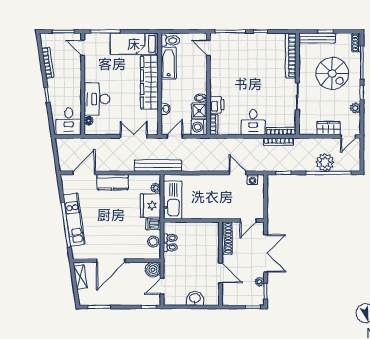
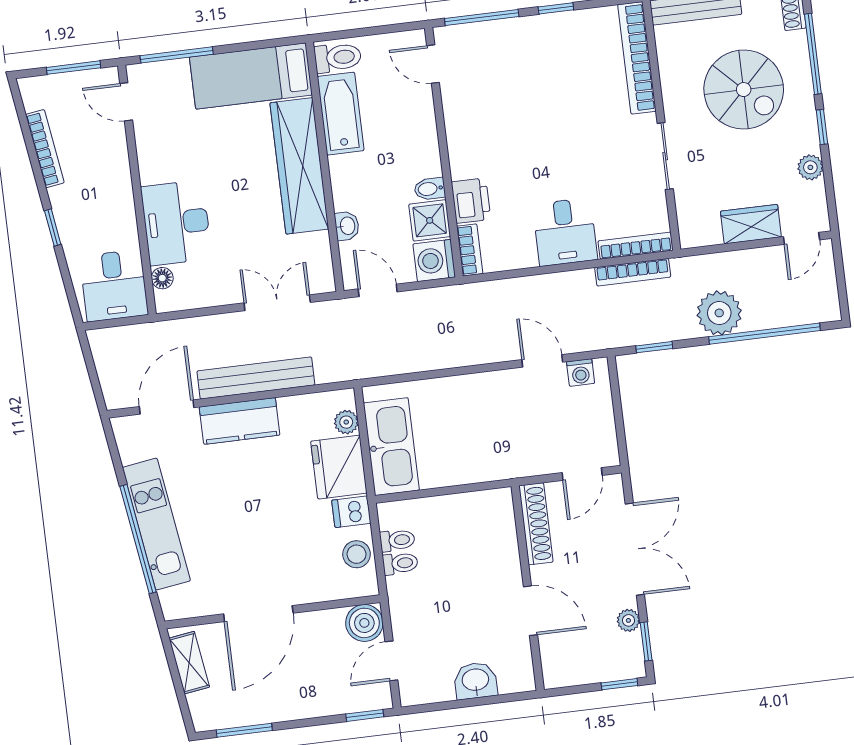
door: (175, 136) -> (378, 290), hinge flipped
plant: (325, 162) -> (719, 313), moved
bench: (158, 166) -> (256, 378), moved

